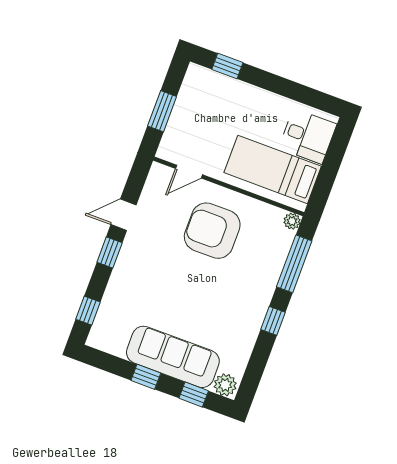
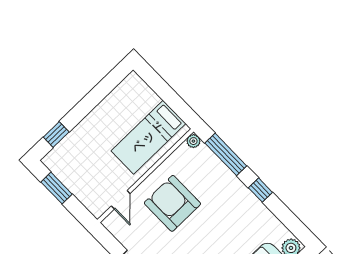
window: (162, 111) -> (57, 188), moved
desk: (308, 136) -> (136, 100), removed
armchair: (212, 231) -> (172, 203), turned 90

